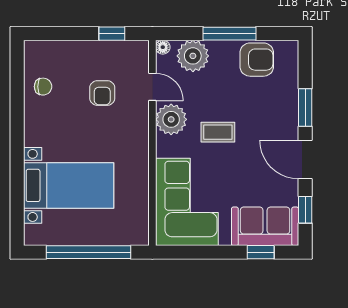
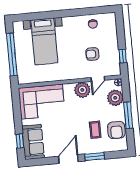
coffee table: (218, 132) -> (95, 130), moved
window: (305, 210) -> (43, 161), removed

